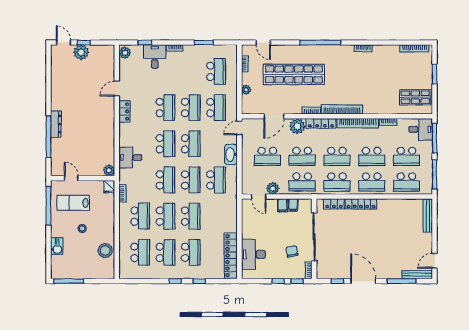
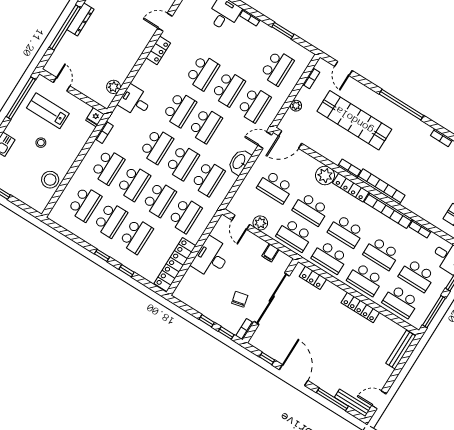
door: (274, 116) -> (290, 140), moved
plant: (109, 170) -> (114, 87), moved
locker: (361, 204) -> (360, 307), moved
filing cabinet: (283, 205) -> (259, 247), removed
school desk: (216, 216) -> (185, 215), added
desk: (253, 254) -> (211, 258), moved

